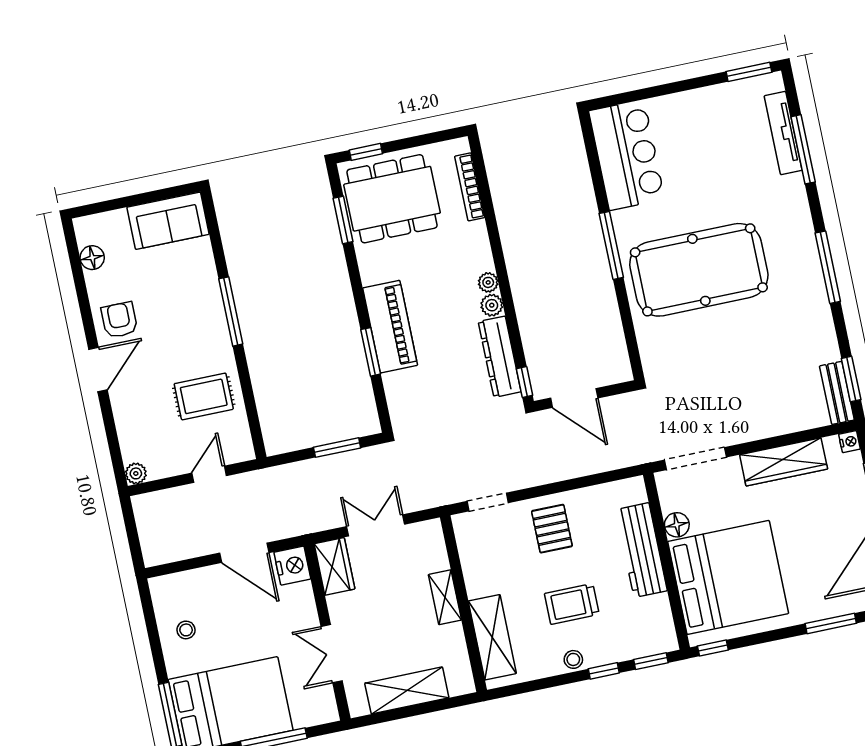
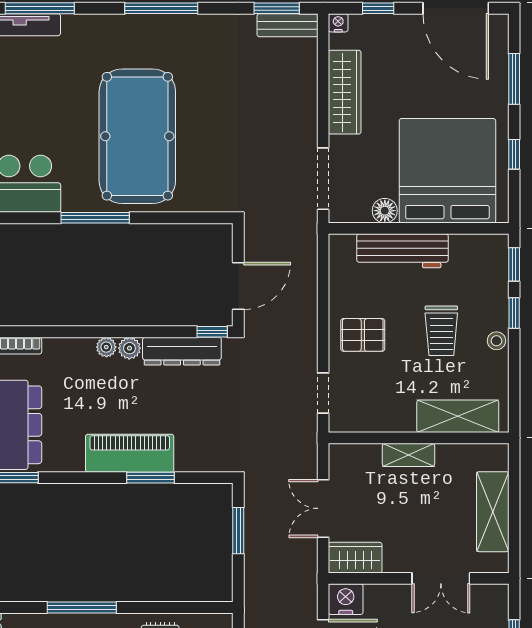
window: (713, 648) -> (514, 154), moved

